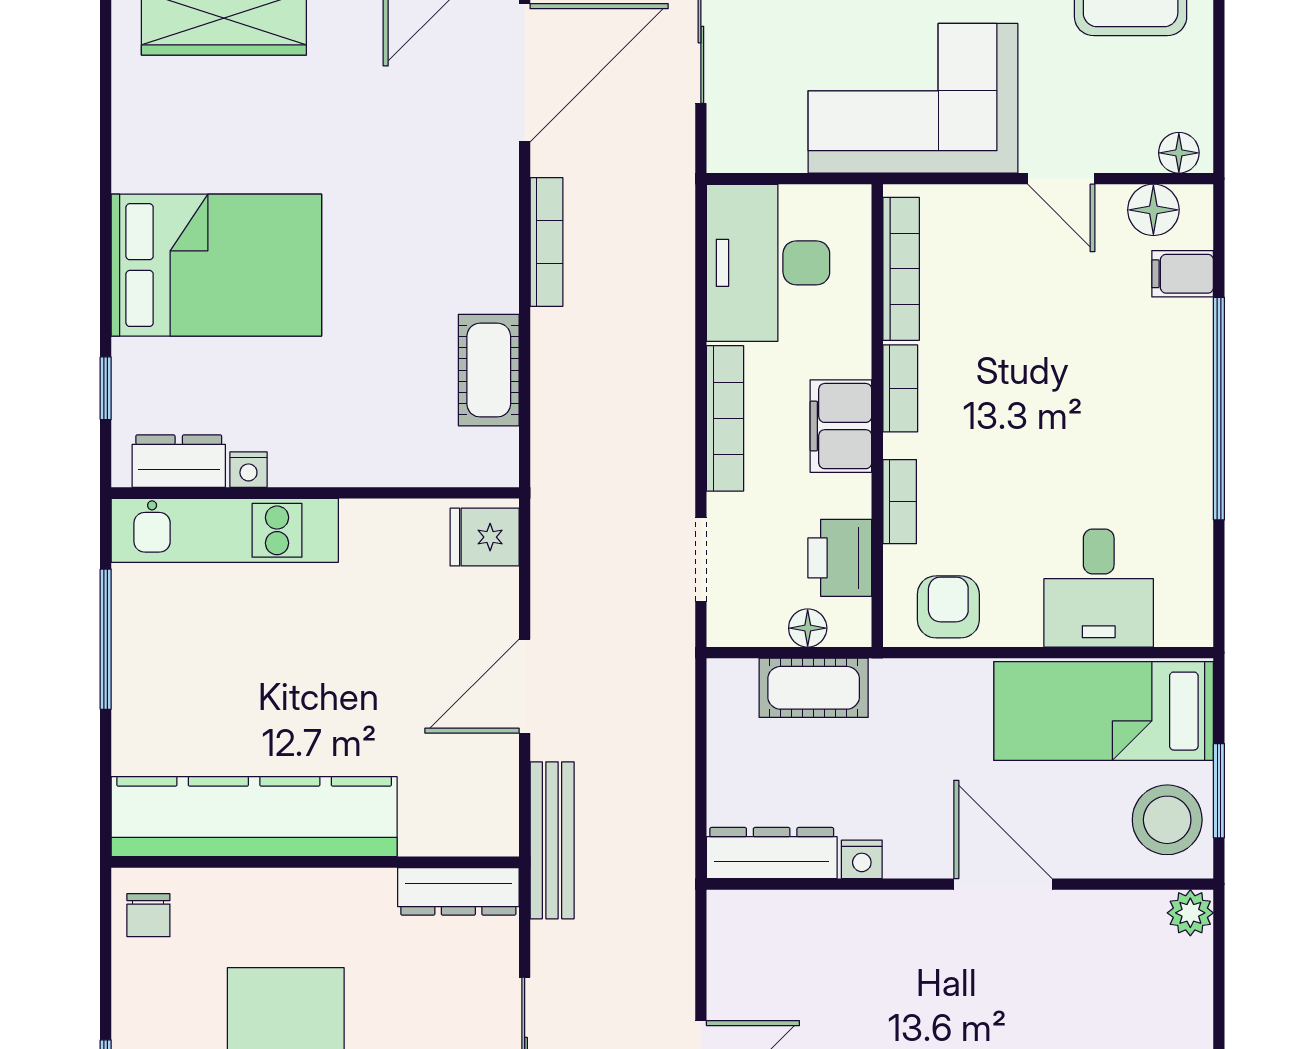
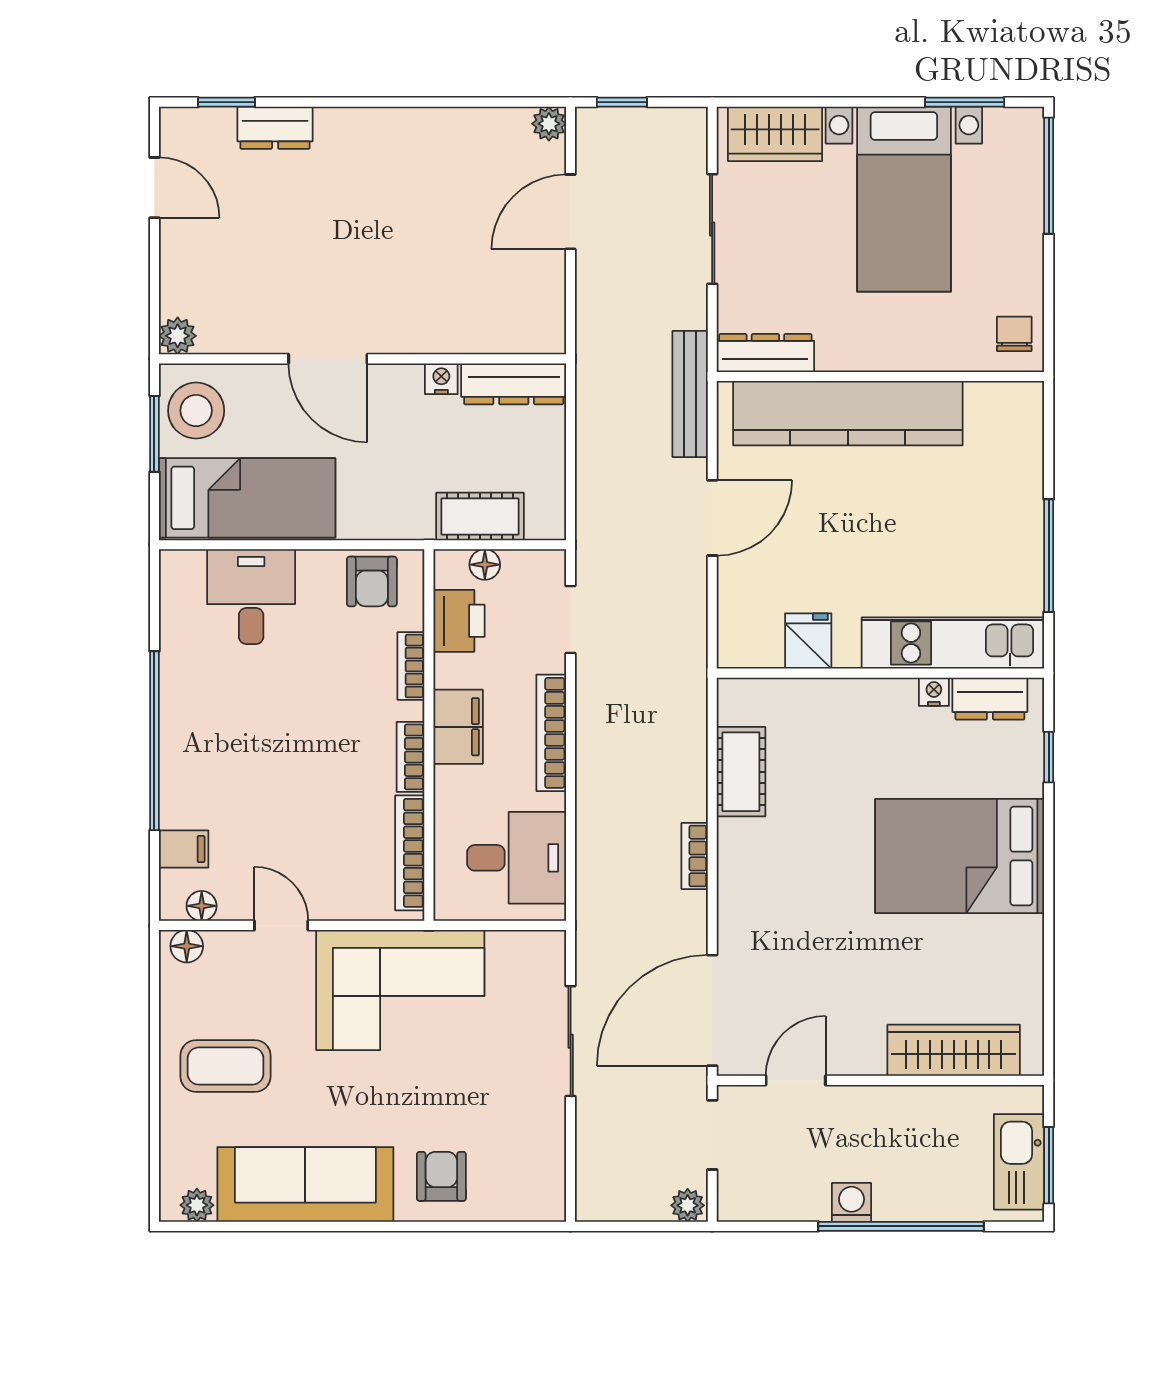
floor lamp: (1153, 210) -> (202, 906), width x0.73, depth x0.73
bookcase: (546, 242) -> (695, 856), width x0.64
desk: (768, 263) -> (517, 858), width x0.73
fridge: (485, 537) -> (808, 641), moved, turned -90
kitchen counter: (254, 817) -> (848, 413), moved

